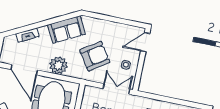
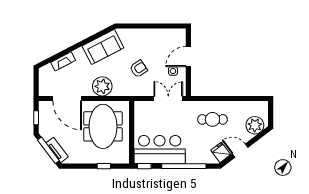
door: (145, 42) -> (188, 56), moved
armchair: (95, 56) -> (139, 69), width x0.53, depth x0.53

